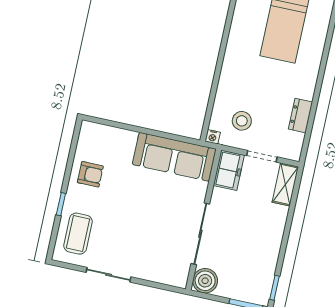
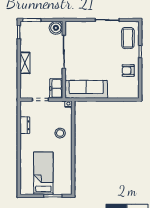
stool: (242, 121) -> (60, 133), moved
shelving: (285, 184) -> (25, 63), moved

